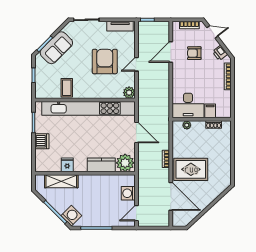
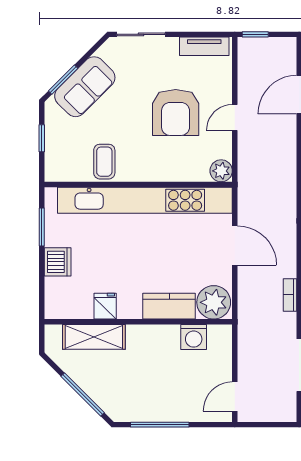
armchair: (105, 61) -> (176, 113), turned 180
washing machine: (128, 193) -> (194, 337), moved, turned -90
washing machine: (71, 216) -> (113, 401), removed

